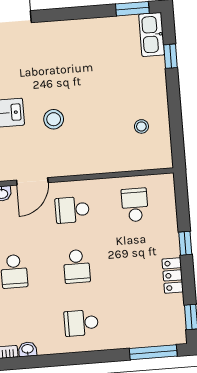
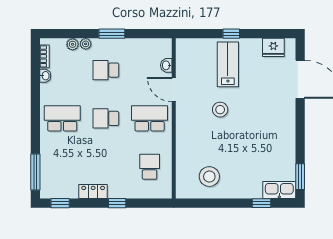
stool: (141, 126) -> (209, 177), width x1.89, depth x1.89
school desk: (135, 205) -> (150, 167), turned -90
school desk: (72, 210) -> (150, 118), width x1.85
school desk: (81, 323) -> (62, 118), width x1.85

